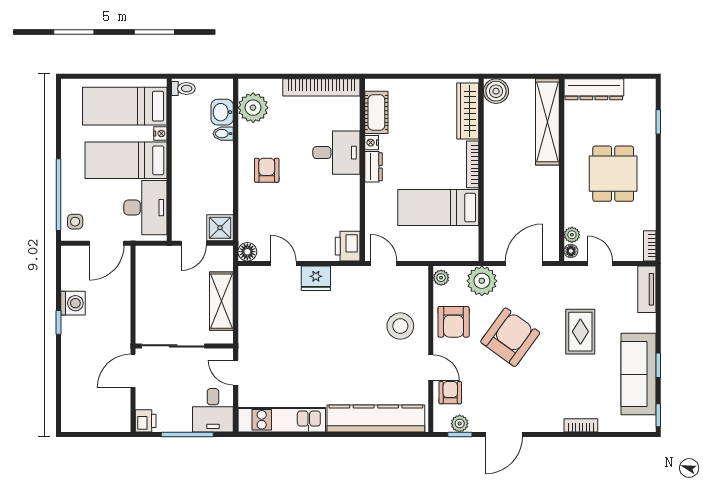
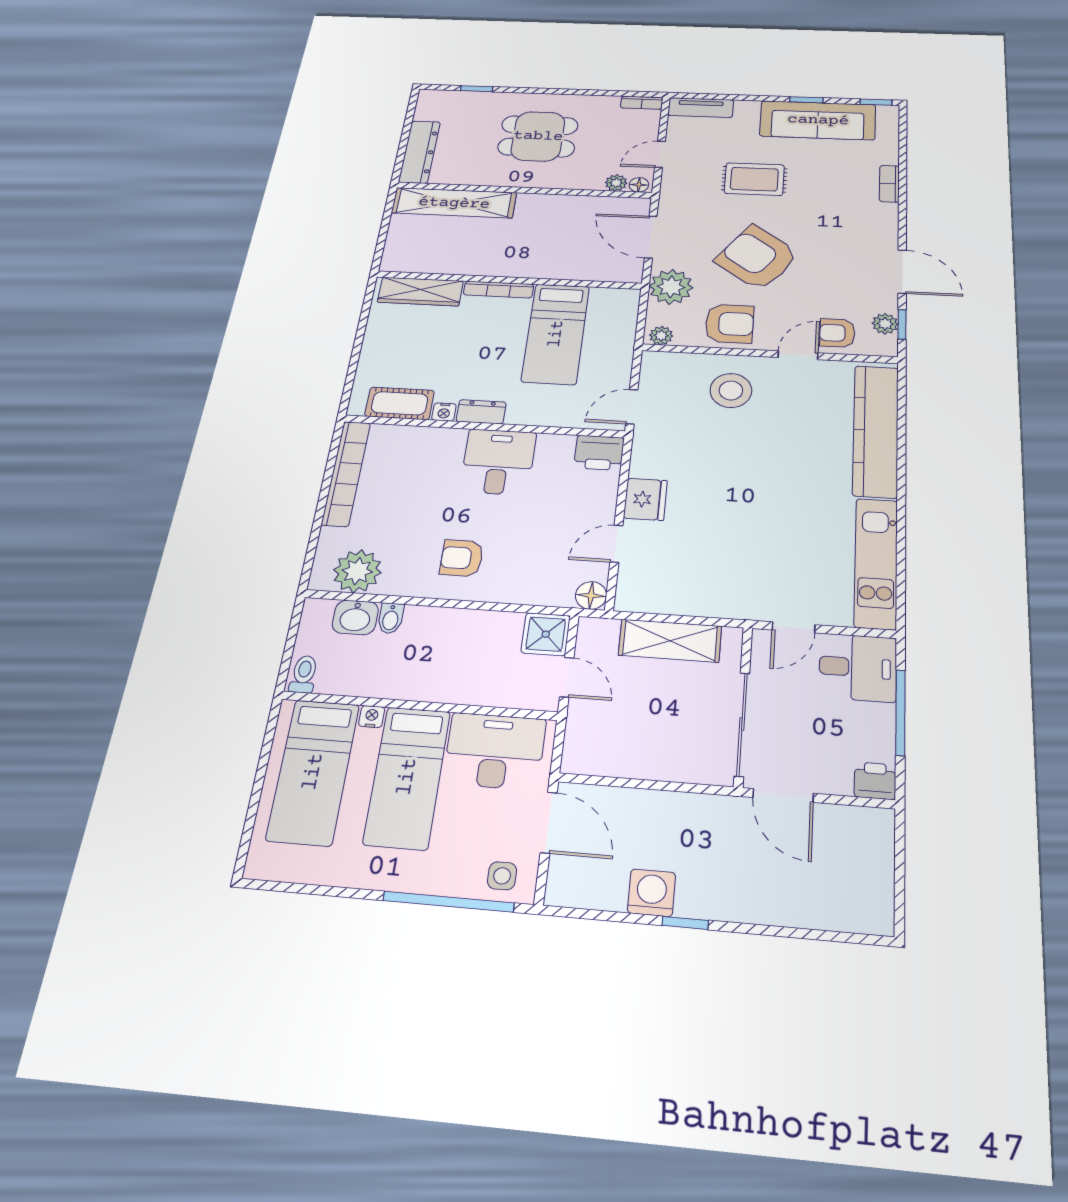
boiler: (496, 91) -> (399, 258), removed
desk: (336, 153) -> (498, 462), moved

